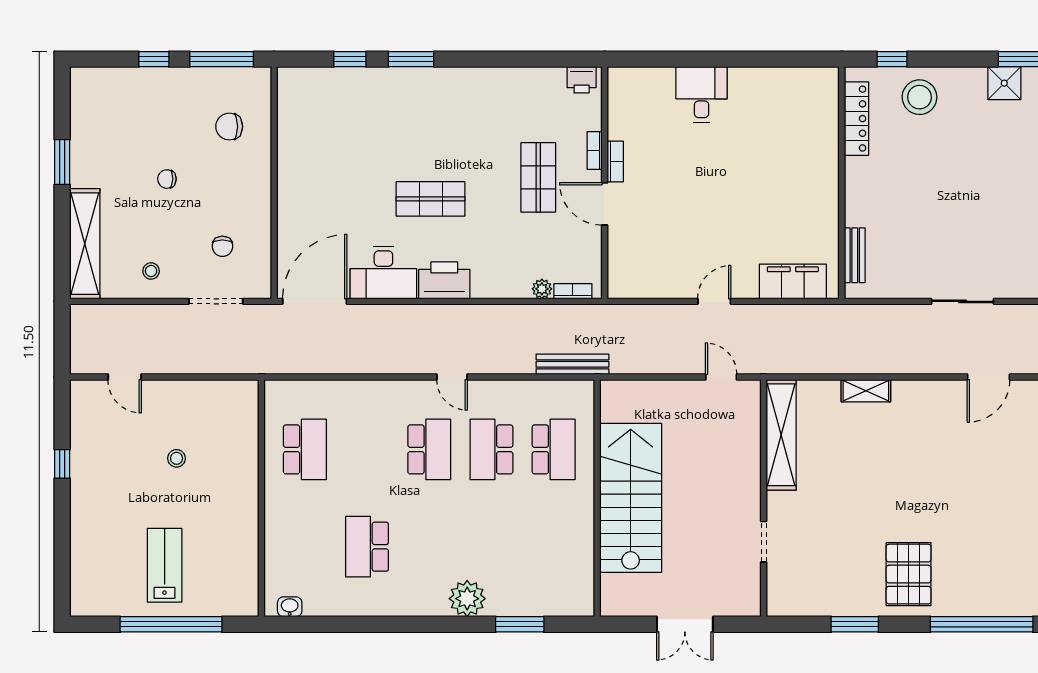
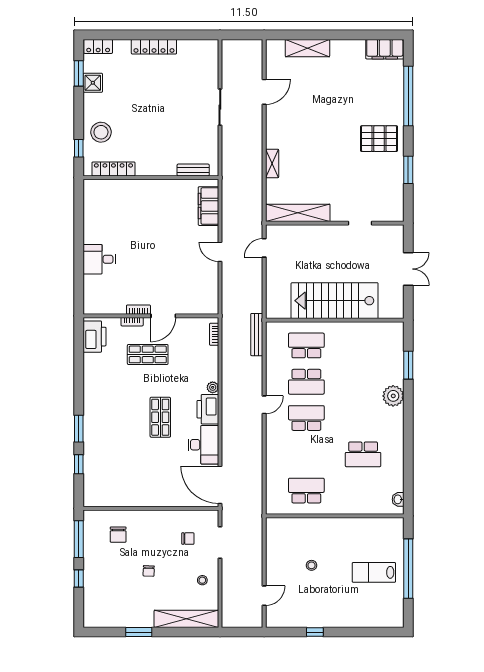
printer: (582, 80) -> (95, 337), width x1.87, depth x1.48
plant: (542, 289) -> (213, 387), moved
door: (989, 377) -> (264, 92), hinge flipped

